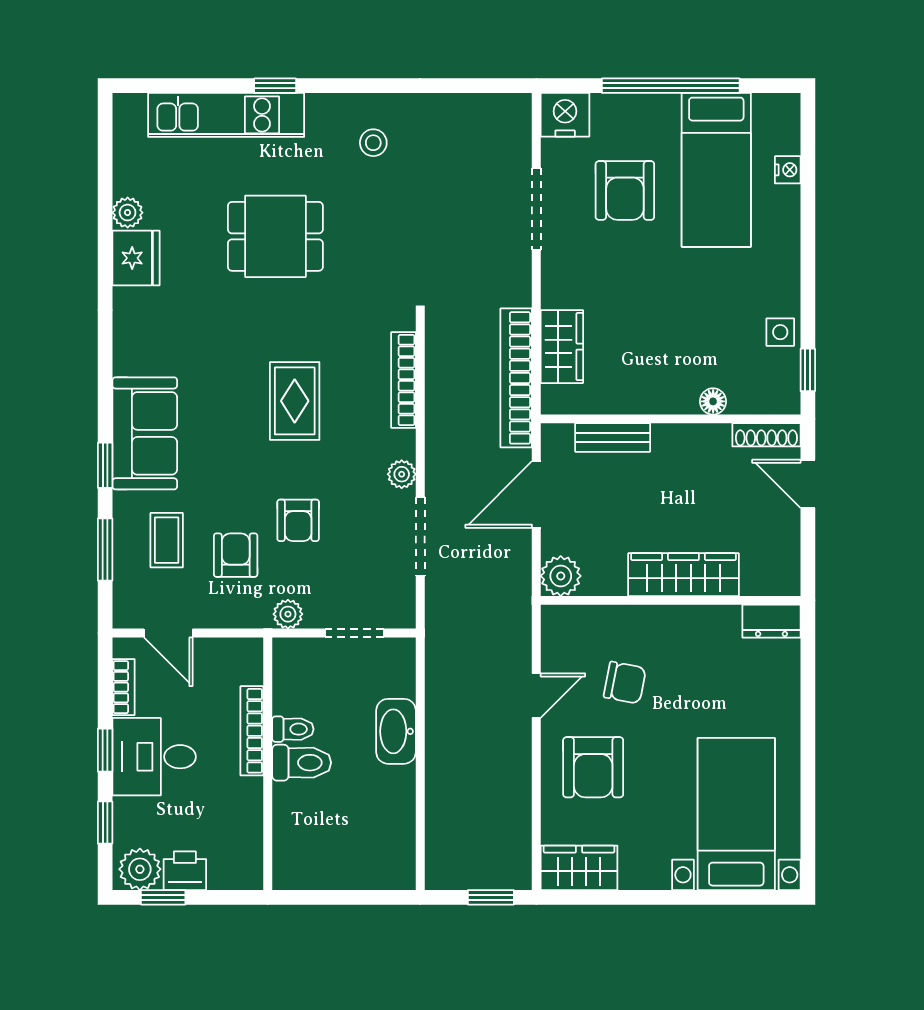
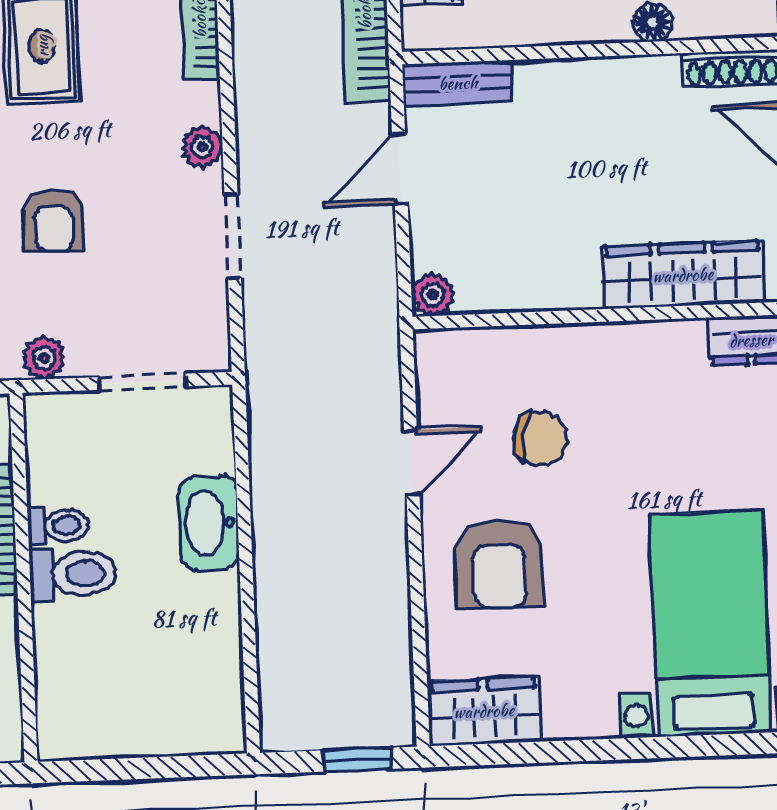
bench: (613, 438) -> (458, 83), moved
door: (536, 495) -> (400, 169), width x0.73
doorway: (420, 536) -> (233, 237), width x0.73
wardrobe: (683, 575) -> (683, 275), moved
plant: (561, 576) -> (433, 295), width x0.73, depth x0.73

